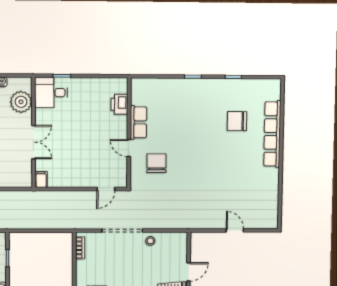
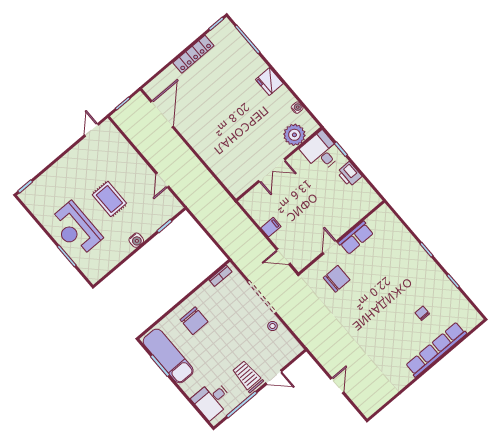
printer: (119, 104) -> (349, 174), moved, turned -90
chair: (237, 121) -> (422, 313), width x0.54, depth x0.54
filing cabinet: (41, 179) -> (271, 227), moved

